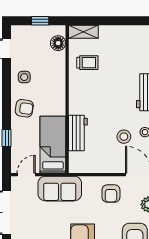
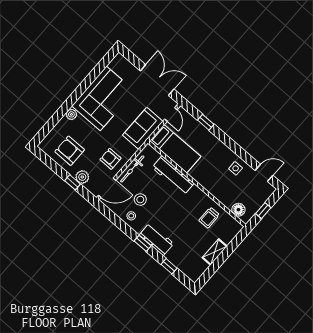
shelving: (83, 32) -> (215, 252), moved
armchair: (24, 108) -> (215, 151), removed
workbench: (78, 133) -> (173, 175), width x1.38
bicycle: (103, 167) -> (132, 169), added

